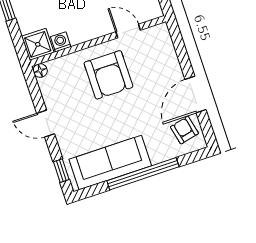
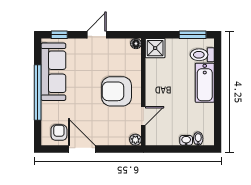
plant: (161, 31) -> (135, 140), added
washing machine: (61, 42) -> (152, 65), removed
armchair: (184, 130) -> (59, 133), turned -77

